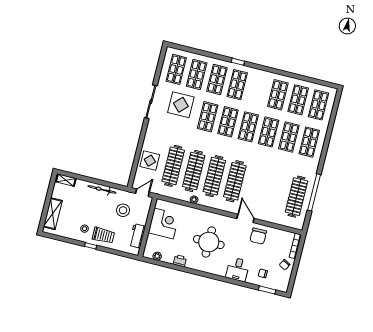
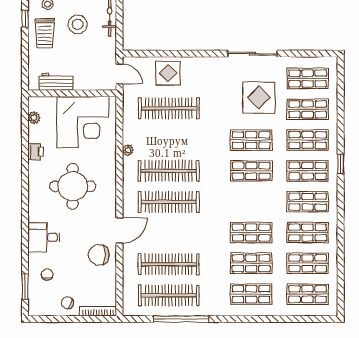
shop shelf: (248, 127) -> (308, 202), moved
clothes rail: (194, 171) -> (169, 264), moved
stool: (123, 210) -> (78, 24), moved
corner desk: (164, 224) -> (83, 122), width x1.36, depth x1.36

